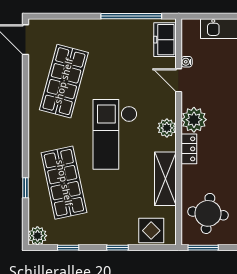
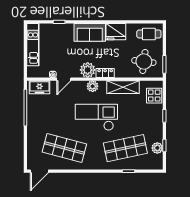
checkout: (115, 134) -> (96, 117), turned 180
plant: (37, 236) -> (157, 148), moved

